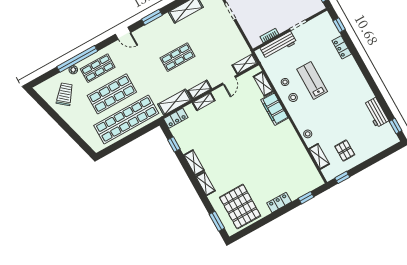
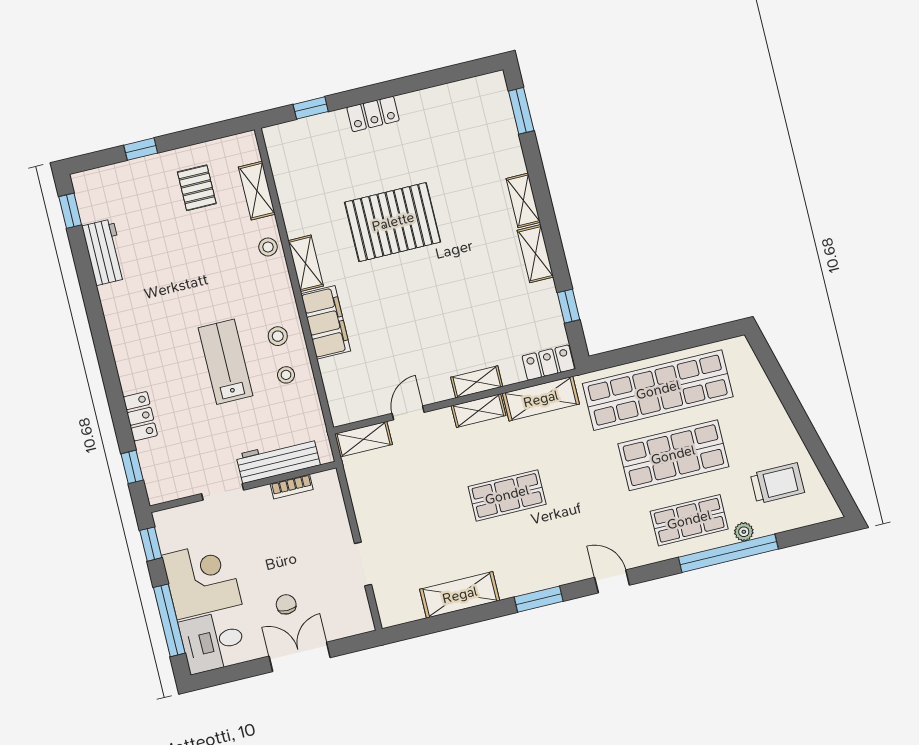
lab bench: (312, 80) -> (225, 362), turned 180
shelving: (263, 84) -> (306, 263), moved
trolley: (65, 94) -> (777, 483), turned -130
window: (342, 177) -> (141, 149), moved
pallet: (240, 207) -> (393, 222), moved, turned 90

